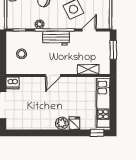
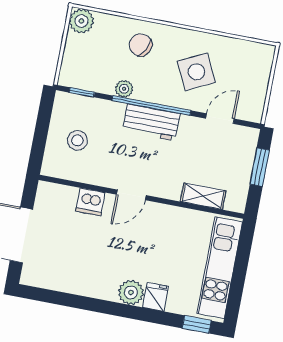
dishwasher: (13, 83) -> (90, 202), moved

